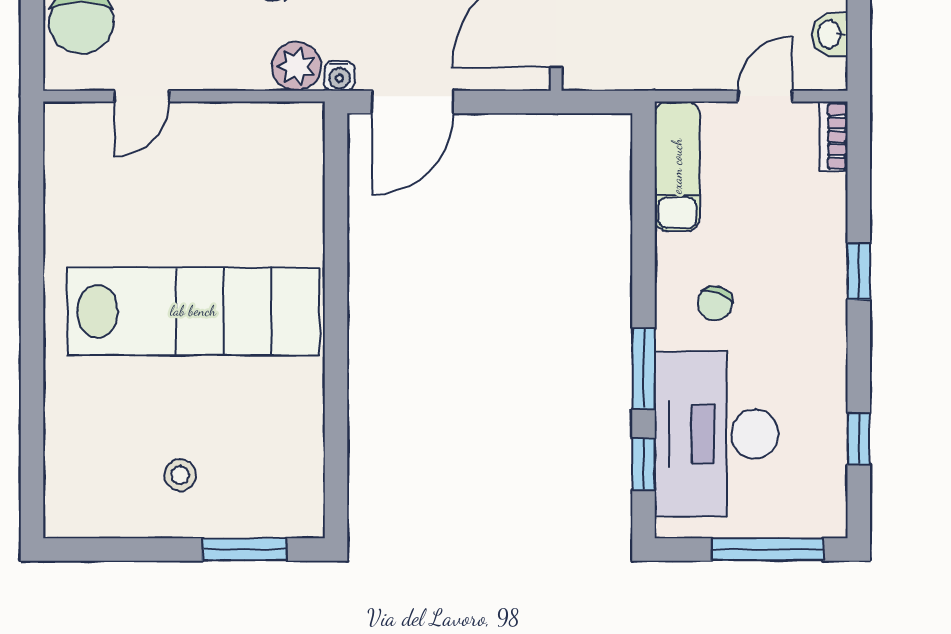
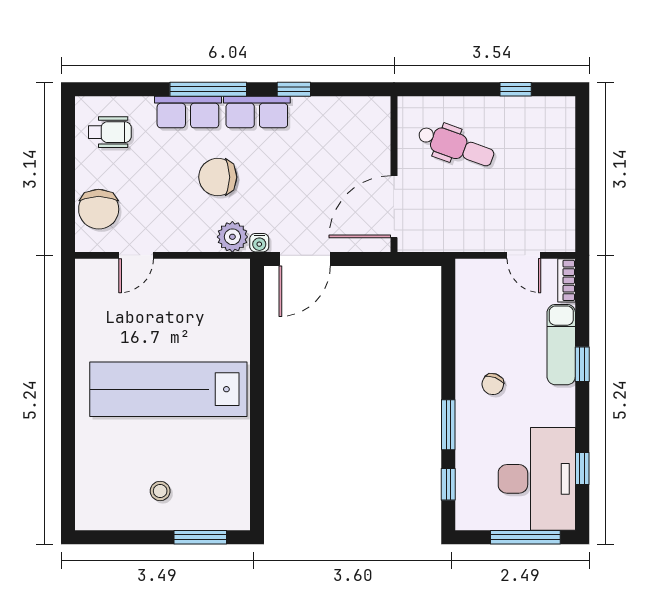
washbasin: (830, 34) -> (564, 217), removed
door: (765, 96) -> (524, 255), swing flipped
exam couch: (677, 166) -> (561, 345), moved, turned 180
lab bench: (193, 311) -> (168, 389), turned 180
desk: (716, 434) -> (537, 479), moved, turned 180

